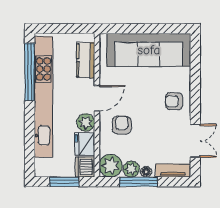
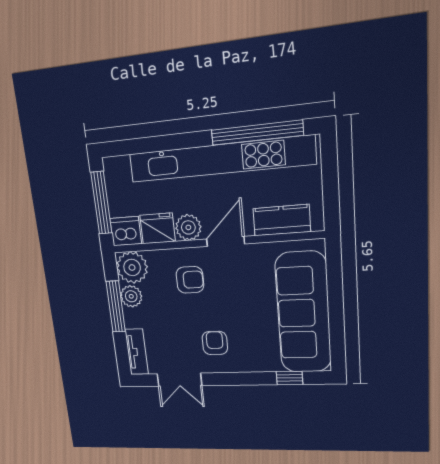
window: (195, 62) -> (290, 378), added
door: (97, 98) -> (226, 241), swing flipped
armchair: (174, 101) -> (215, 343), moved
floor lamp: (146, 172) -> (130, 316), removed
window: (64, 182) -> (101, 203), width x1.44

